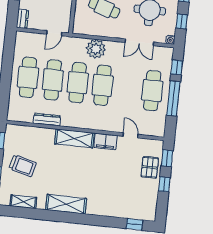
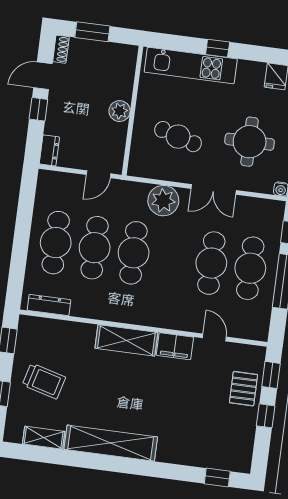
double door: (139, 42) -> (214, 189), moved
cafe table: (103, 85) -> (211, 263), moved
dresser: (47, 120) -> (49, 305), moved
shelving: (66, 204) -> (111, 443), width x1.47

